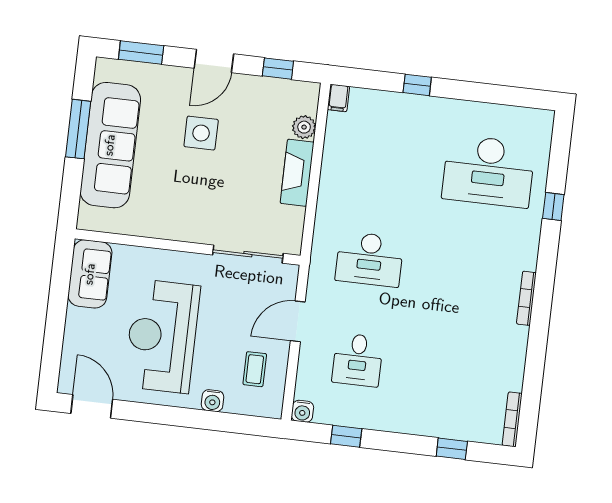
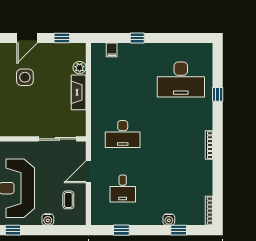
filing cabinet: (338, 98) -> (112, 50), moved
water cooler: (302, 411) -> (169, 219), moved
window: (146, 413) -> (13, 230), added

